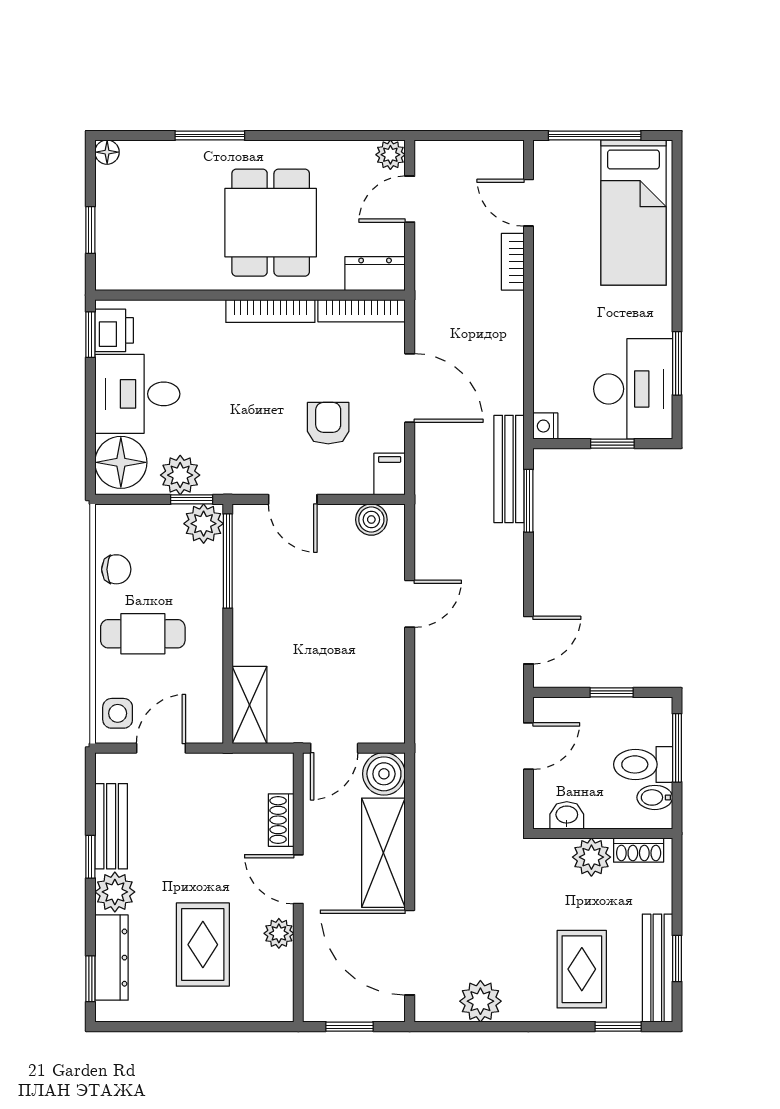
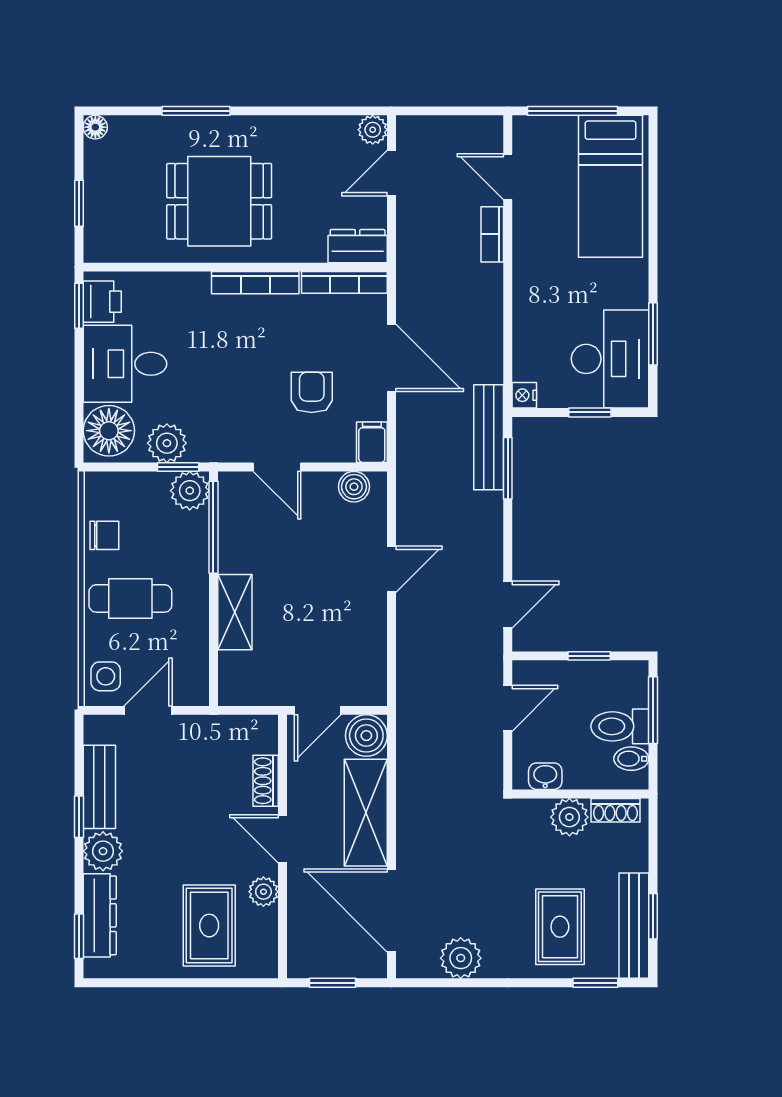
dining table: (271, 223) -> (219, 201), moved, turned 90
shelving: (250, 705) -> (235, 612), moved
rug: (203, 945) -> (209, 926), moved

